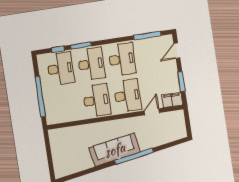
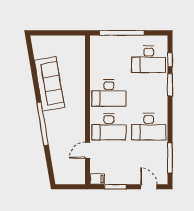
desk: (91, 64) -> (149, 93), removed
filing cabinet: (172, 100) -> (97, 179), width x0.50
door: (152, 112) -> (88, 150), swing flipped
sofa: (115, 150) -> (49, 84), moved

